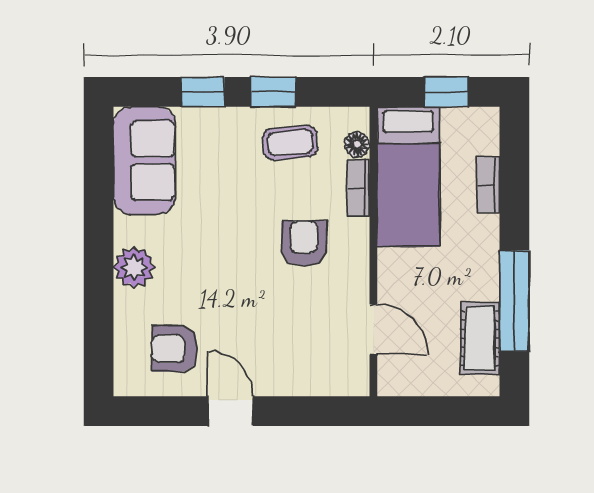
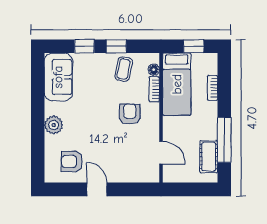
coffee table: (290, 143) -> (124, 69), turned -74

